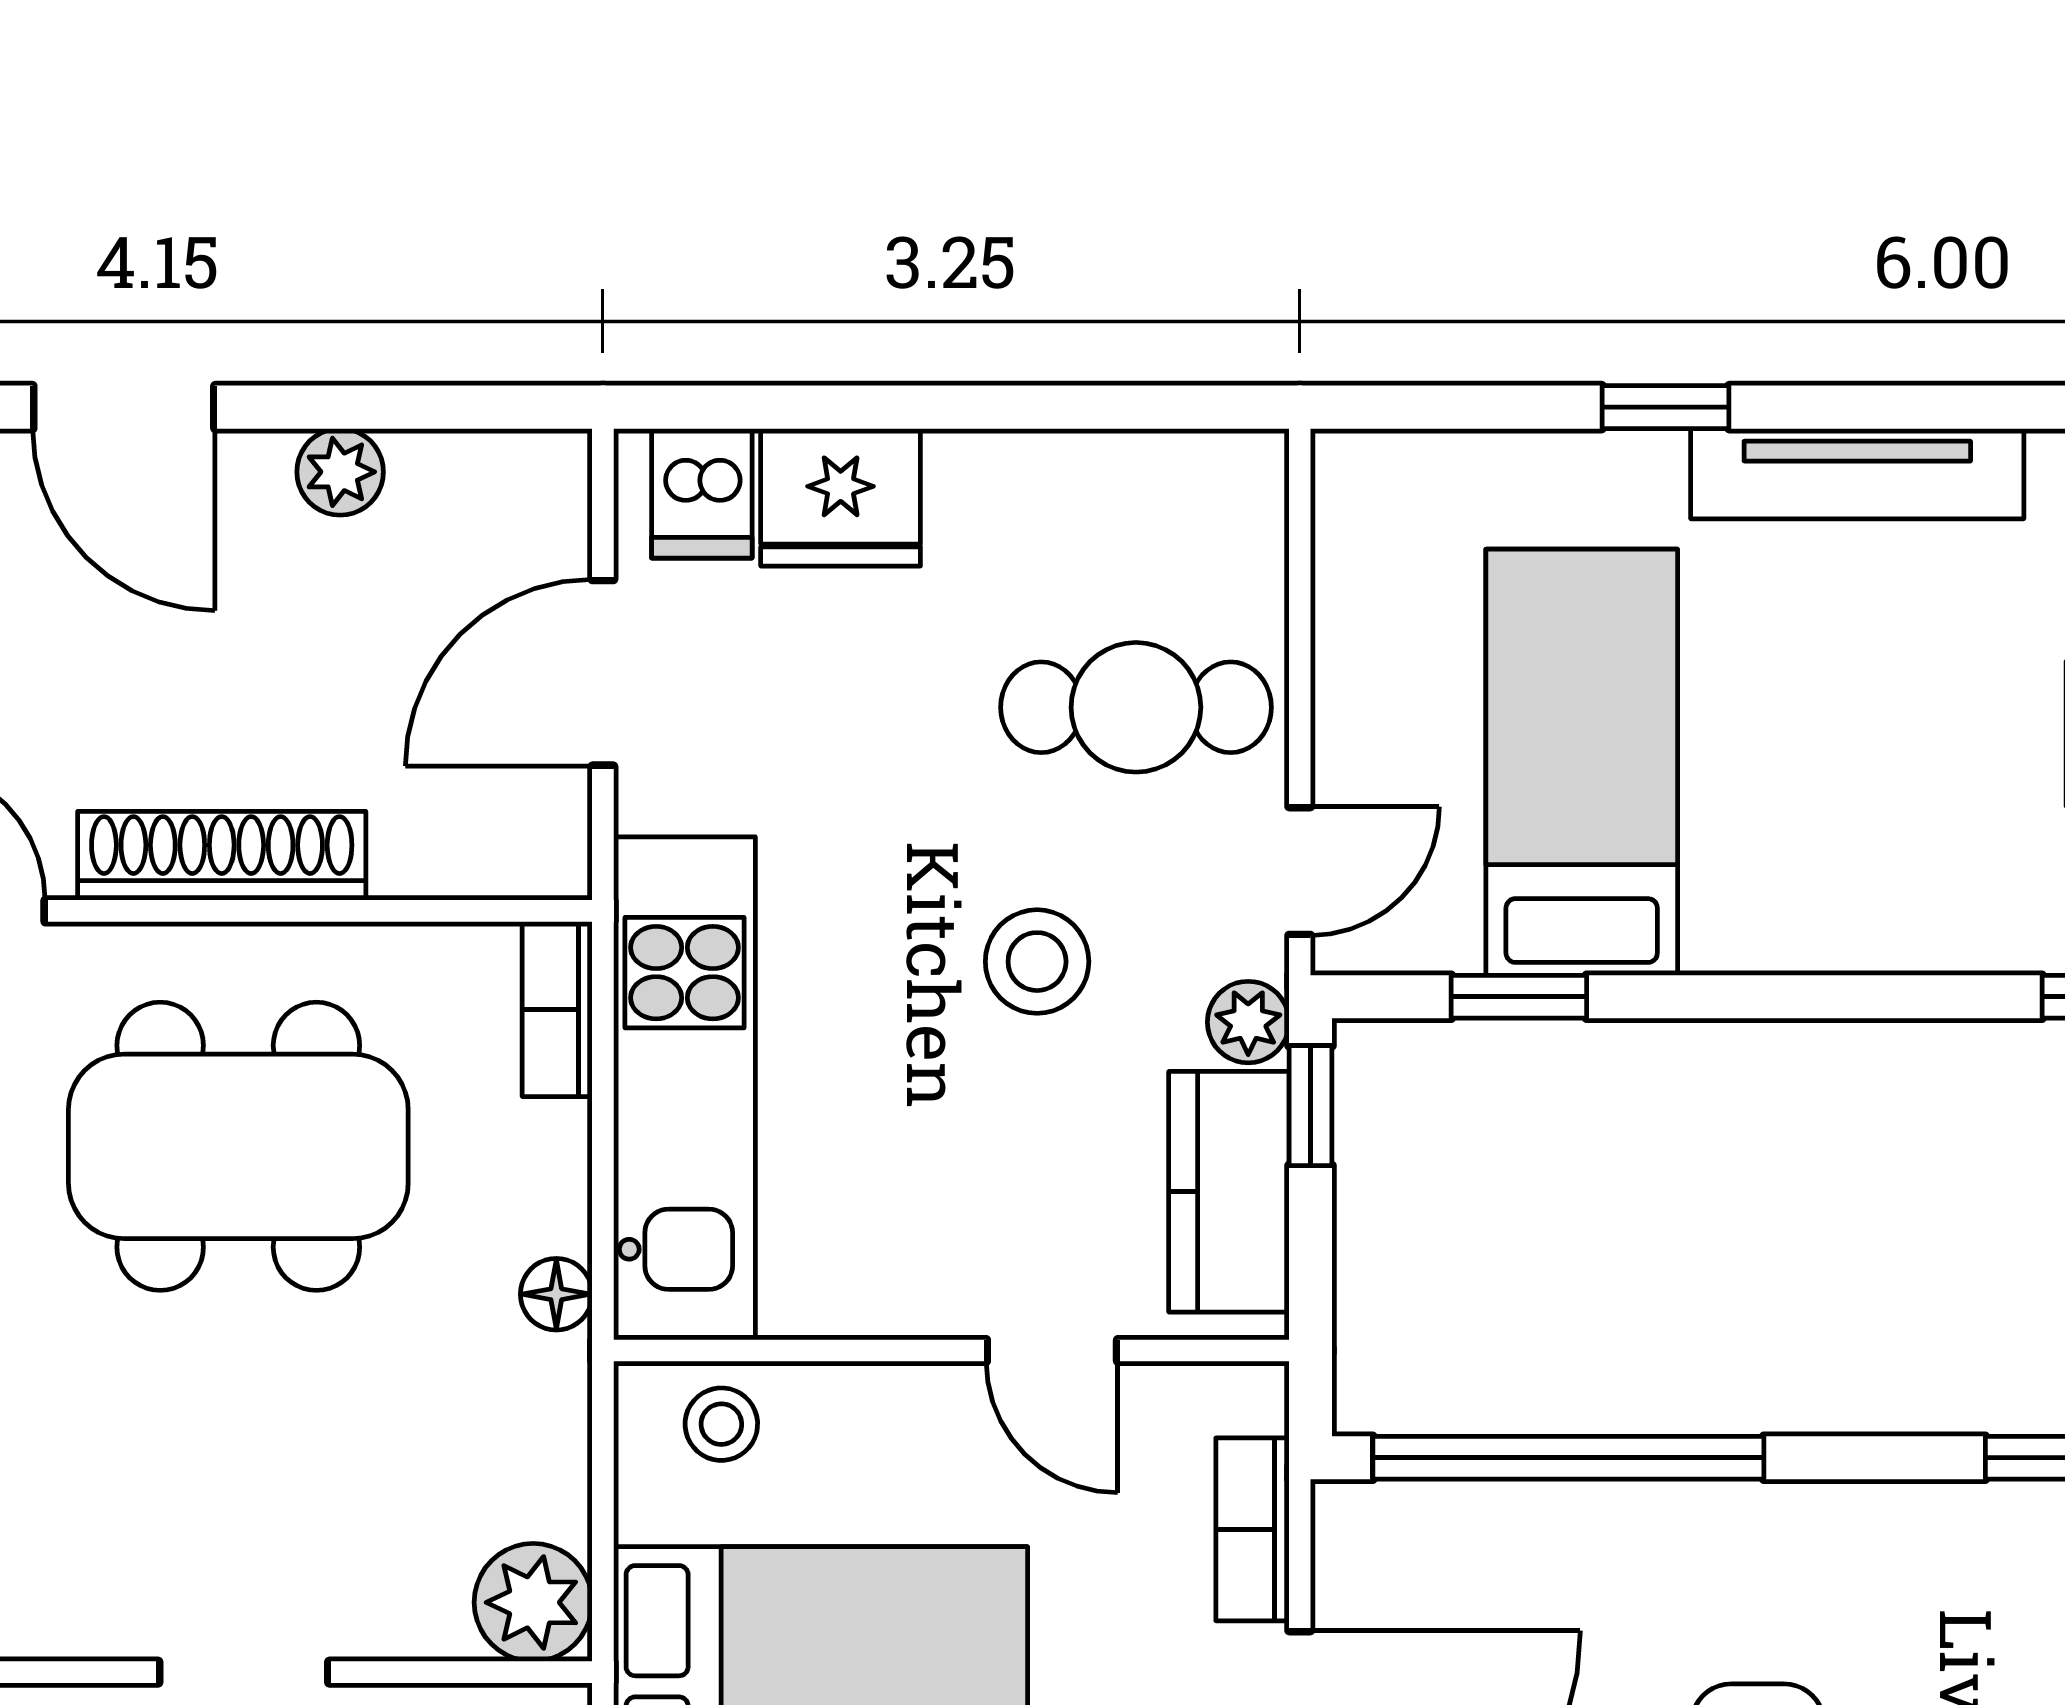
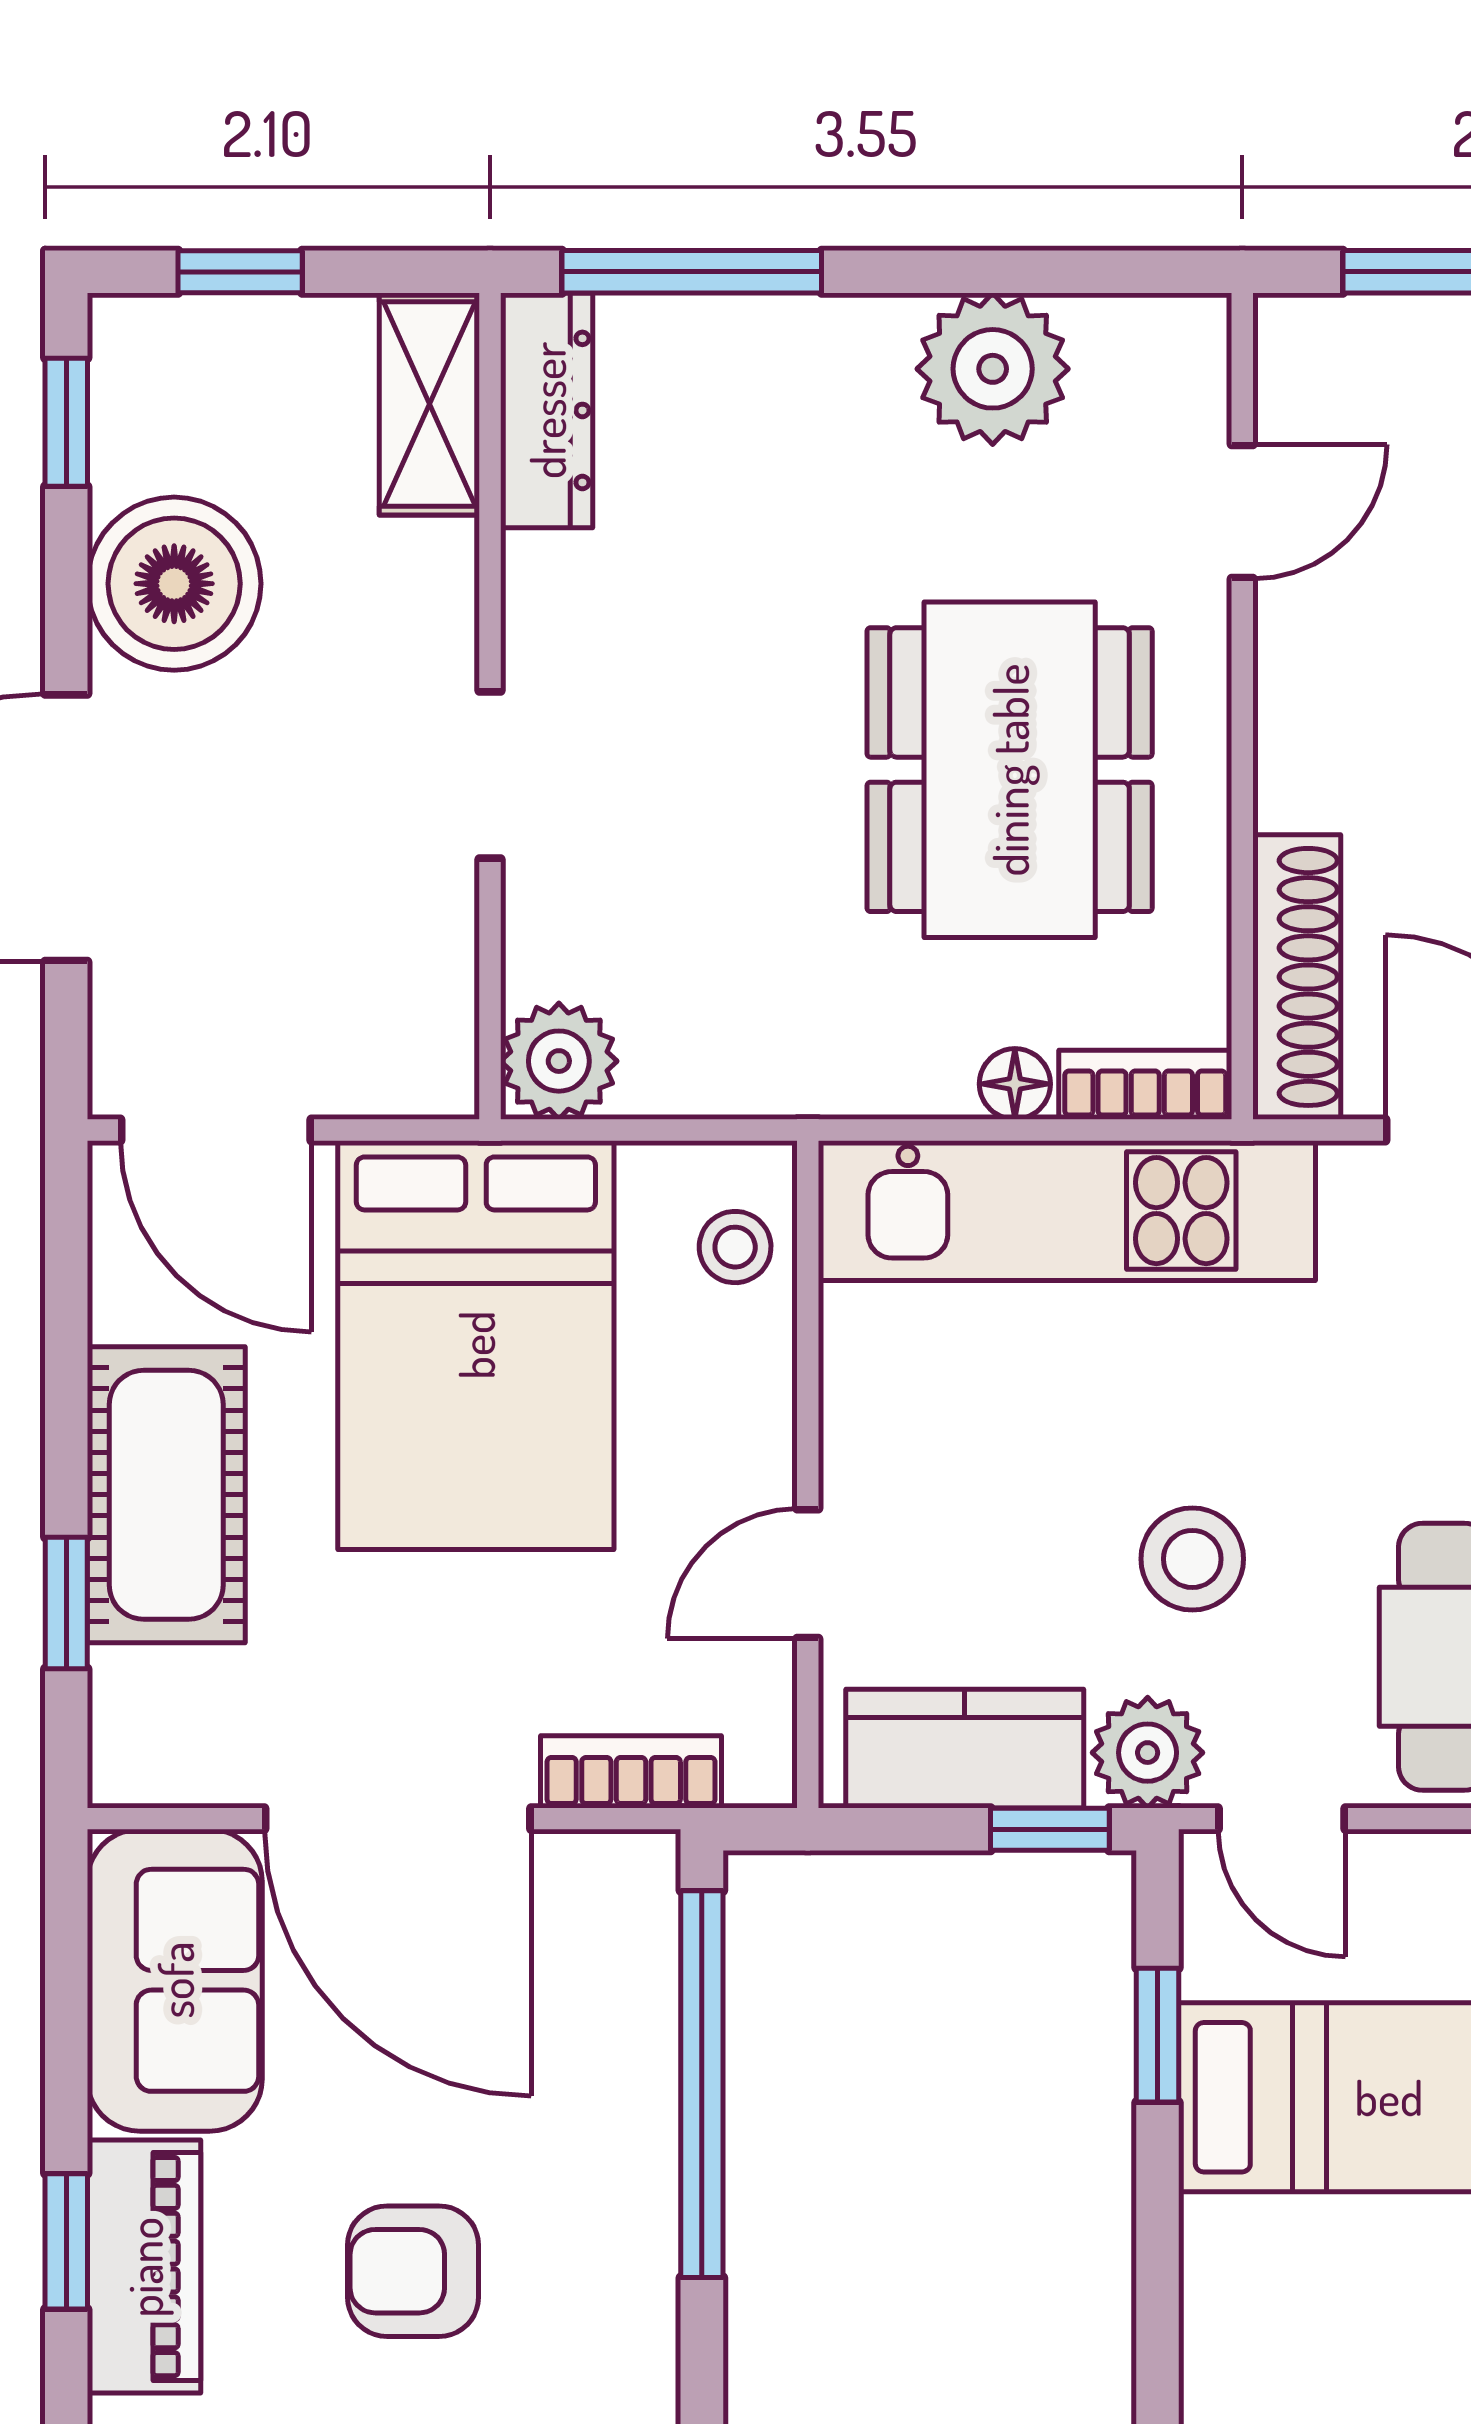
shoe rack: (222, 856) -> (1297, 977), moved
plant: (1248, 1022) -> (1148, 1753), width x1.38, depth x1.38
floor lamp: (556, 1294) -> (1015, 1084), moved

